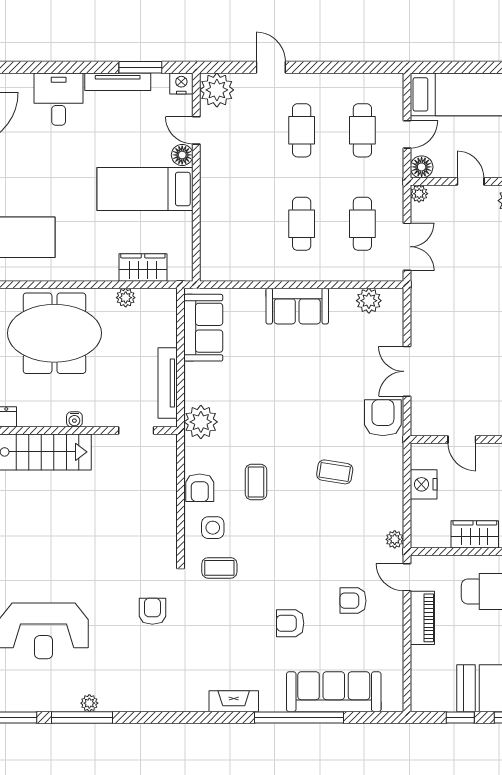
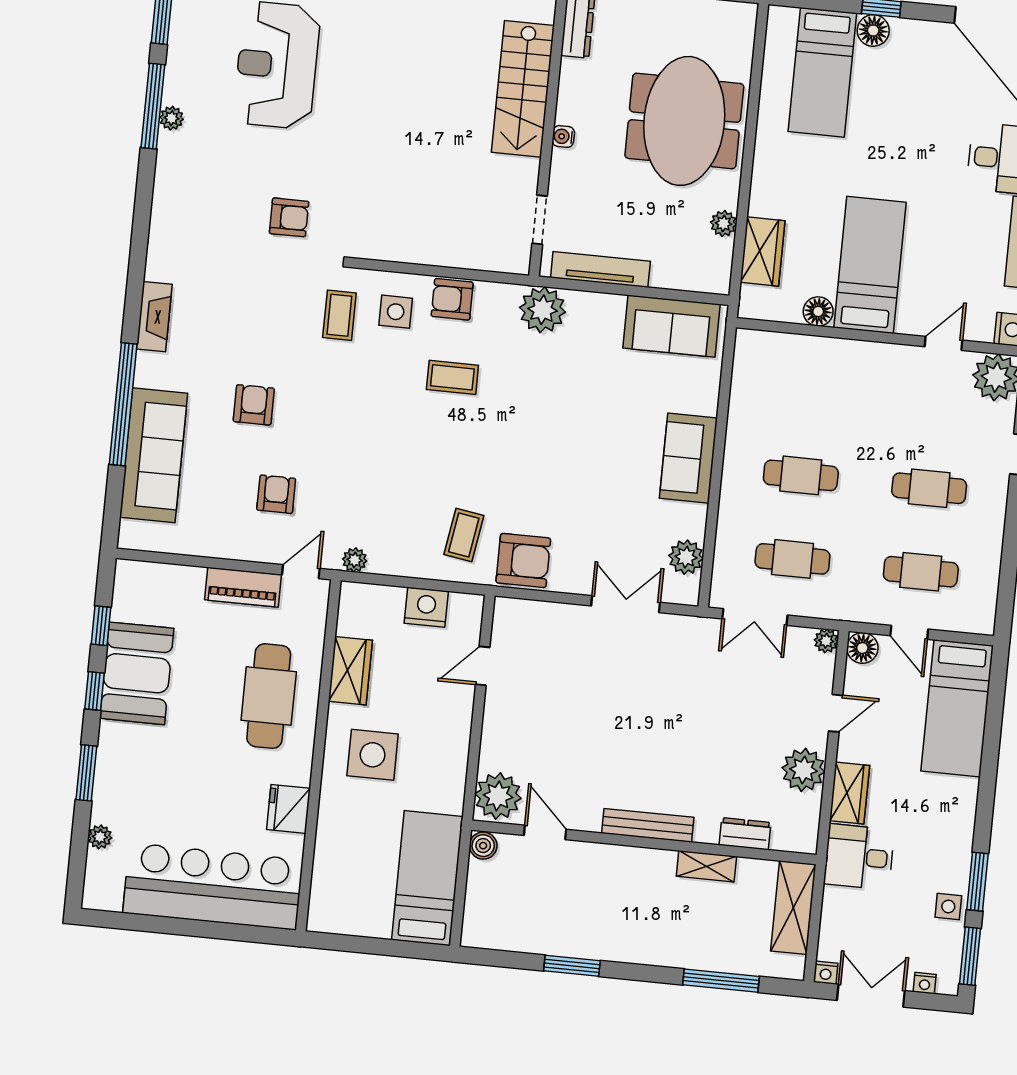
floor lamp: (182, 155) -> (818, 311), moved
double door: (407, 371) -> (626, 604), moved
coffee table: (335, 472) -> (464, 535), moved

